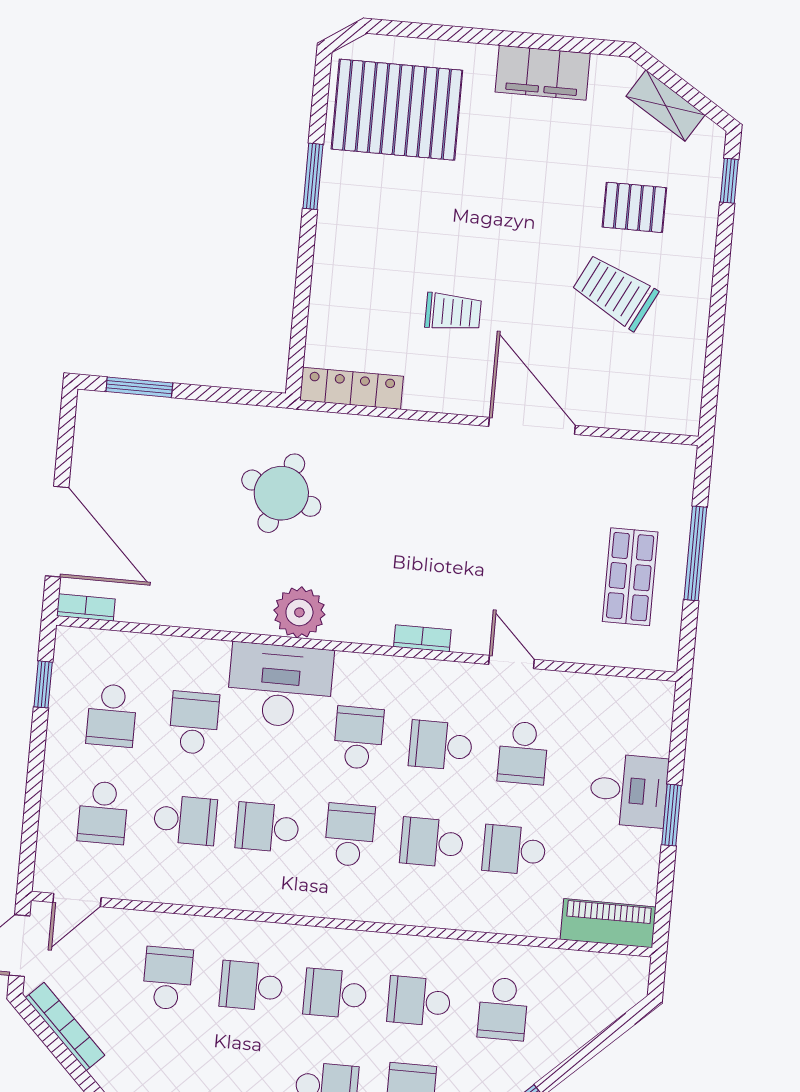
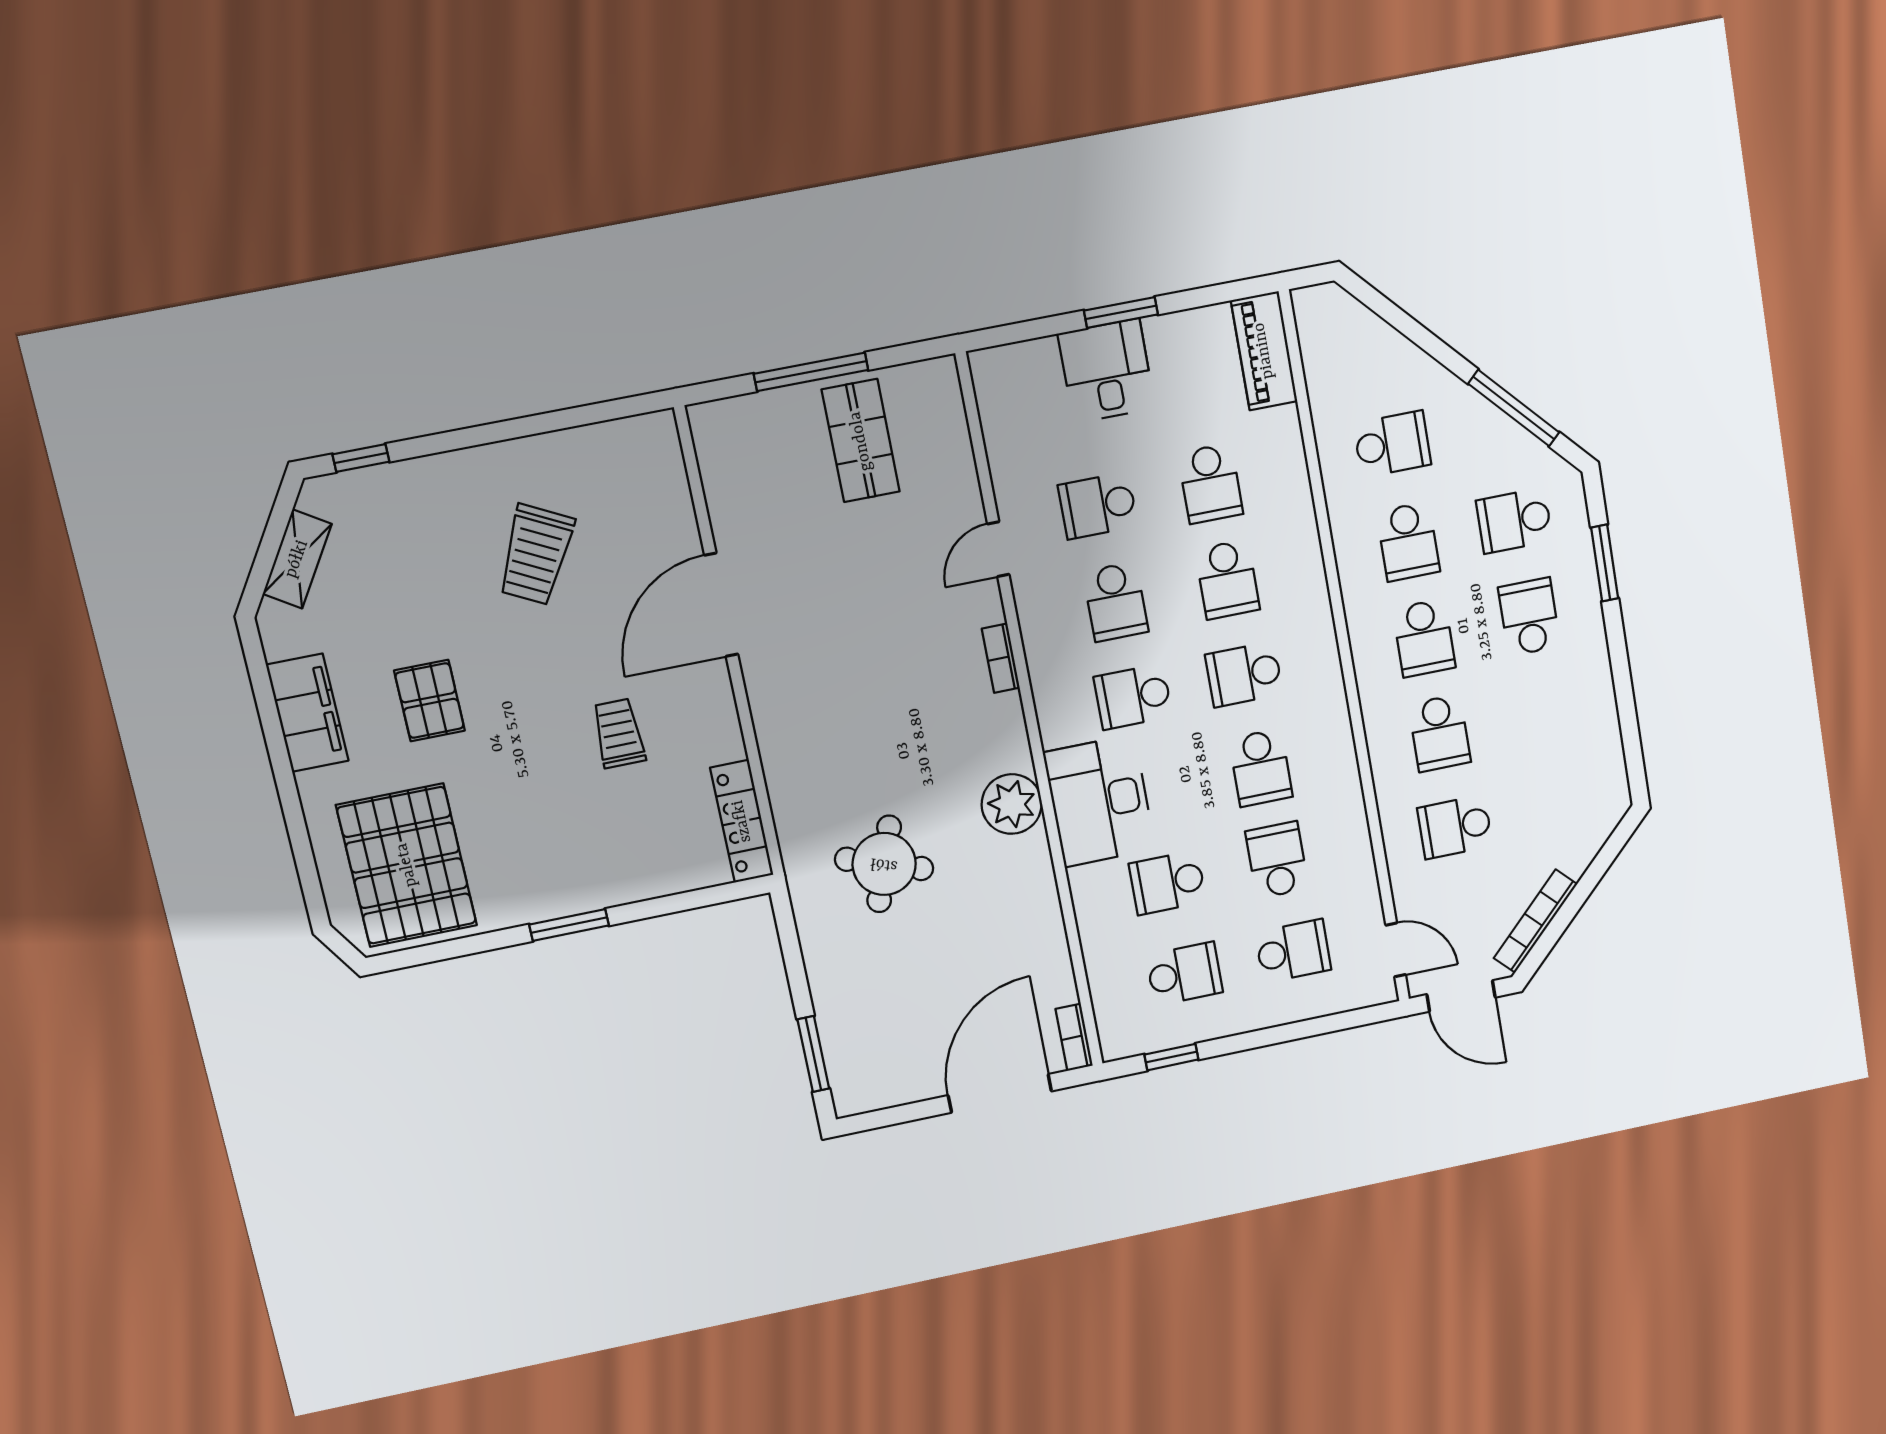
window: (313, 176) -> (569, 925), moved
pallet: (634, 207) -> (429, 701), moved
shop shelf: (630, 577) -> (861, 441), turned 90
school desk: (523, 753) -> (1098, 506), turned 180

